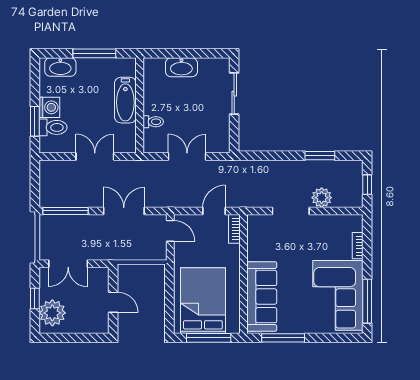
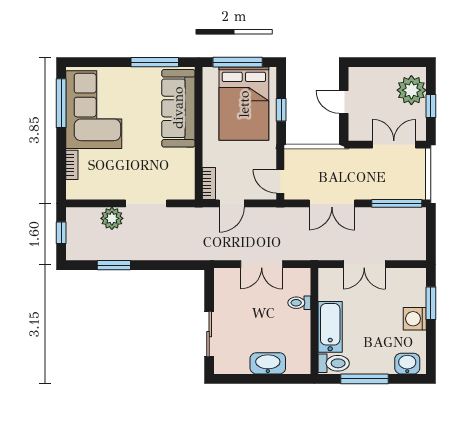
washbasin: (60, 67) -> (407, 364), width x0.72
toilet: (53, 127) -> (334, 363), moved, turned 180
window: (169, 295) -> (281, 110), added

